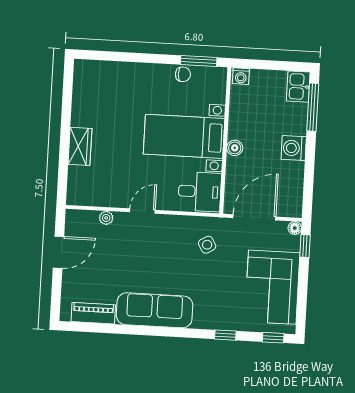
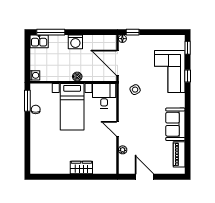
corner sofa: (272, 287) -> (170, 71), moved, turned 90
sofa: (155, 310) -> (175, 124), width x0.73

